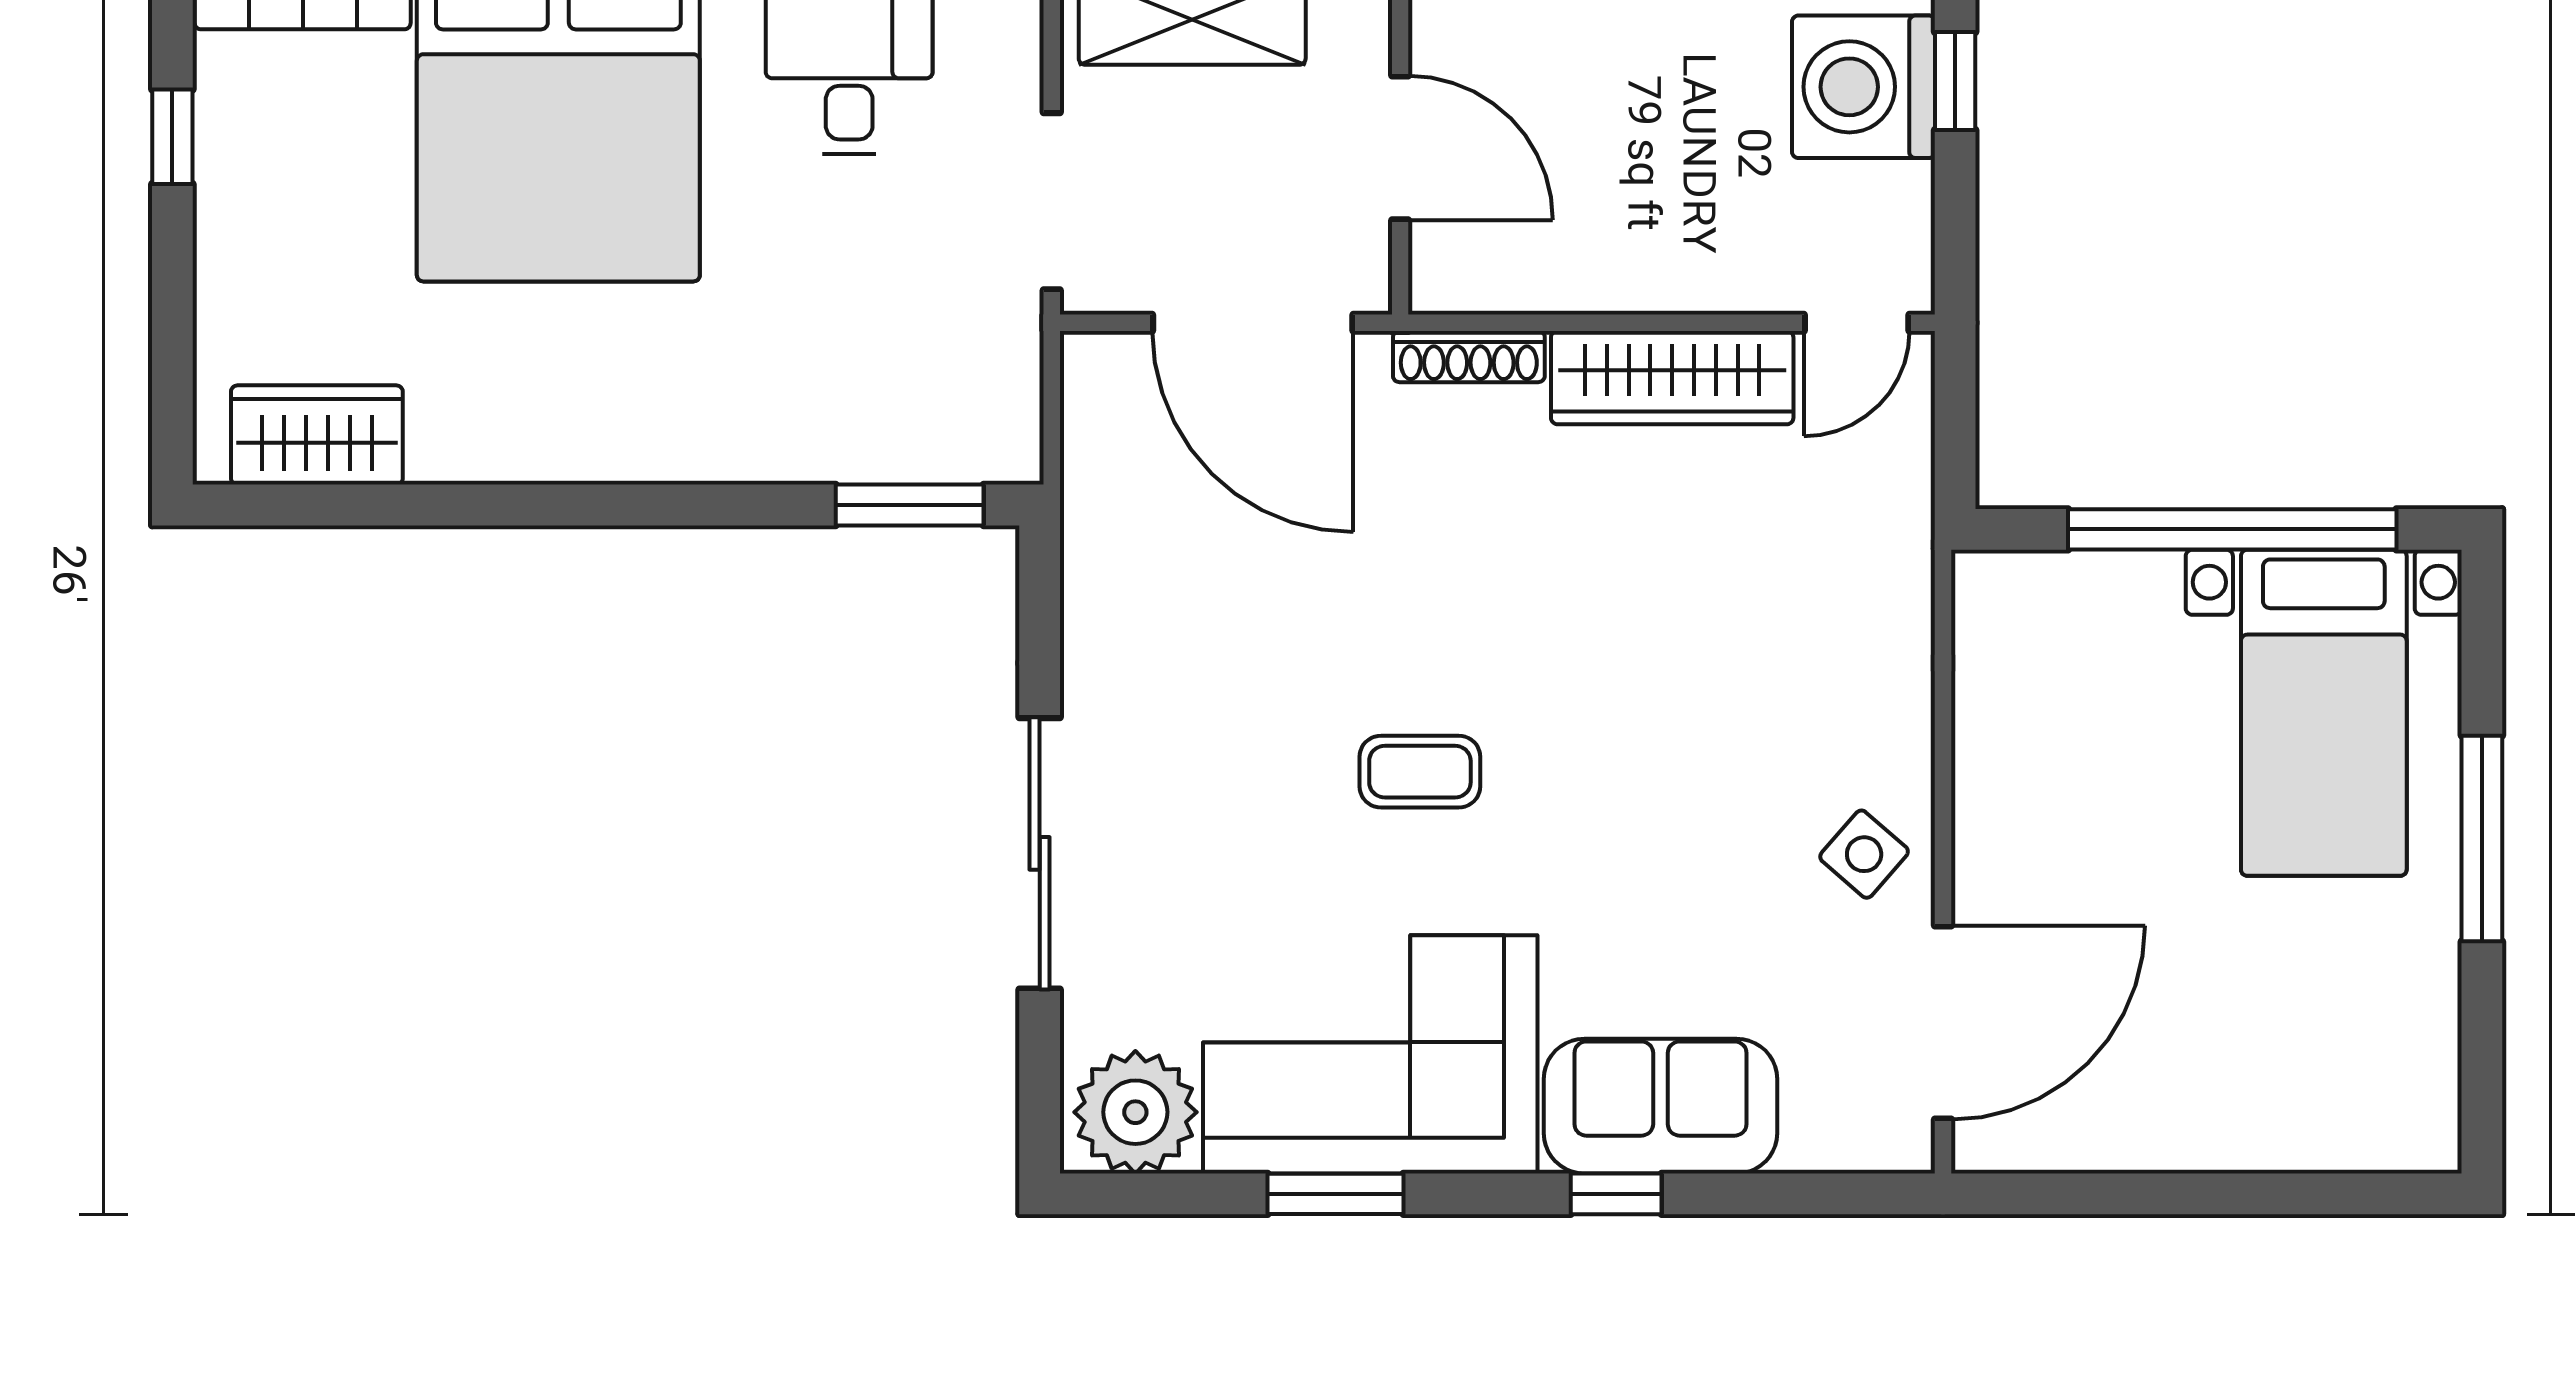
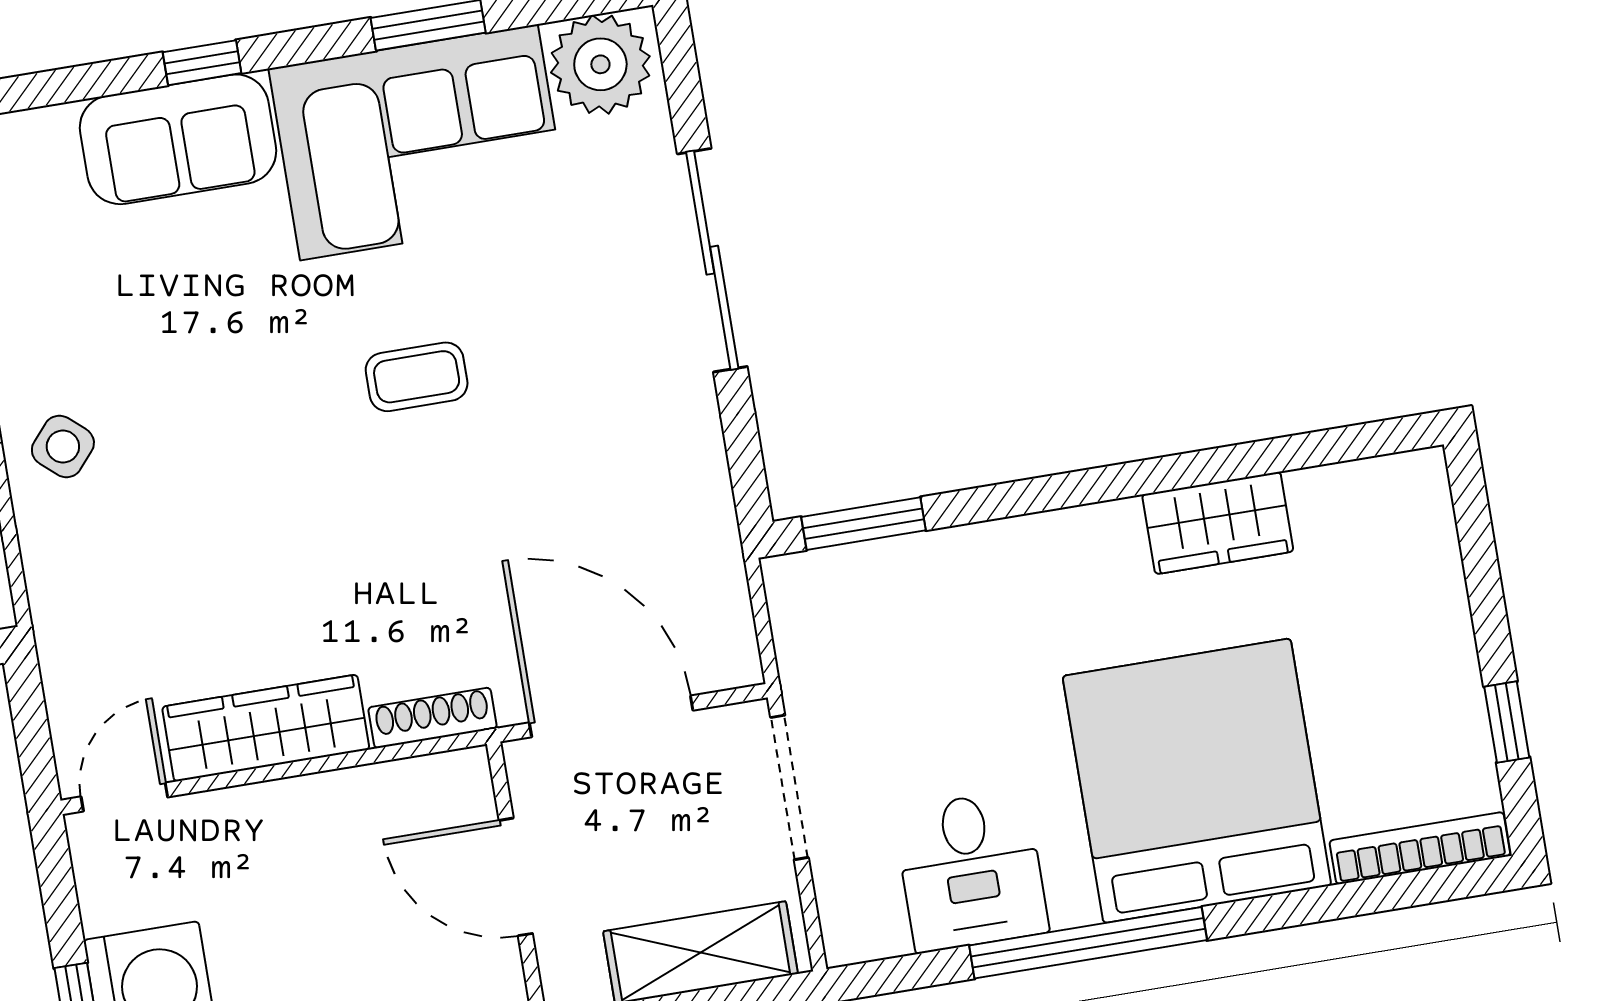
wardrobe: (317, 435) -> (1218, 523), moved
side table: (1864, 854) -> (63, 446), moved

